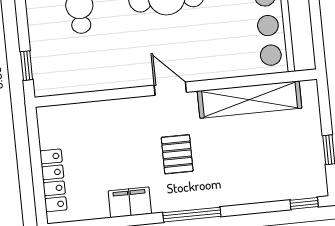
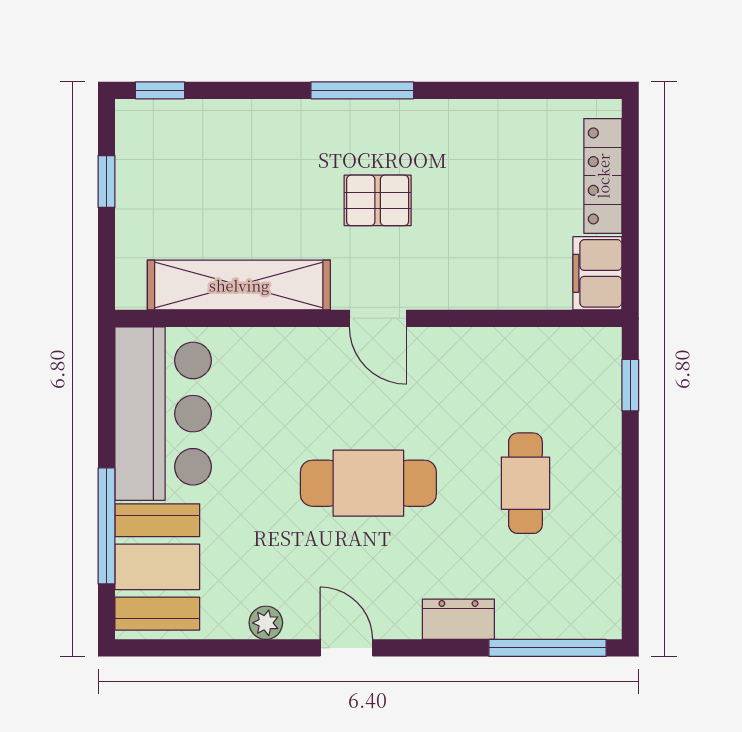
pallet: (177, 154) -> (378, 200), turned 90
filing cabinet: (130, 202) -> (597, 273), moved, turned 90

